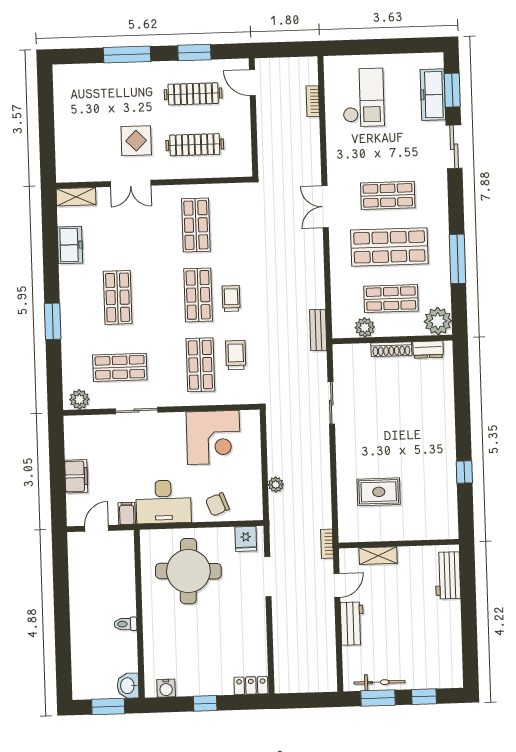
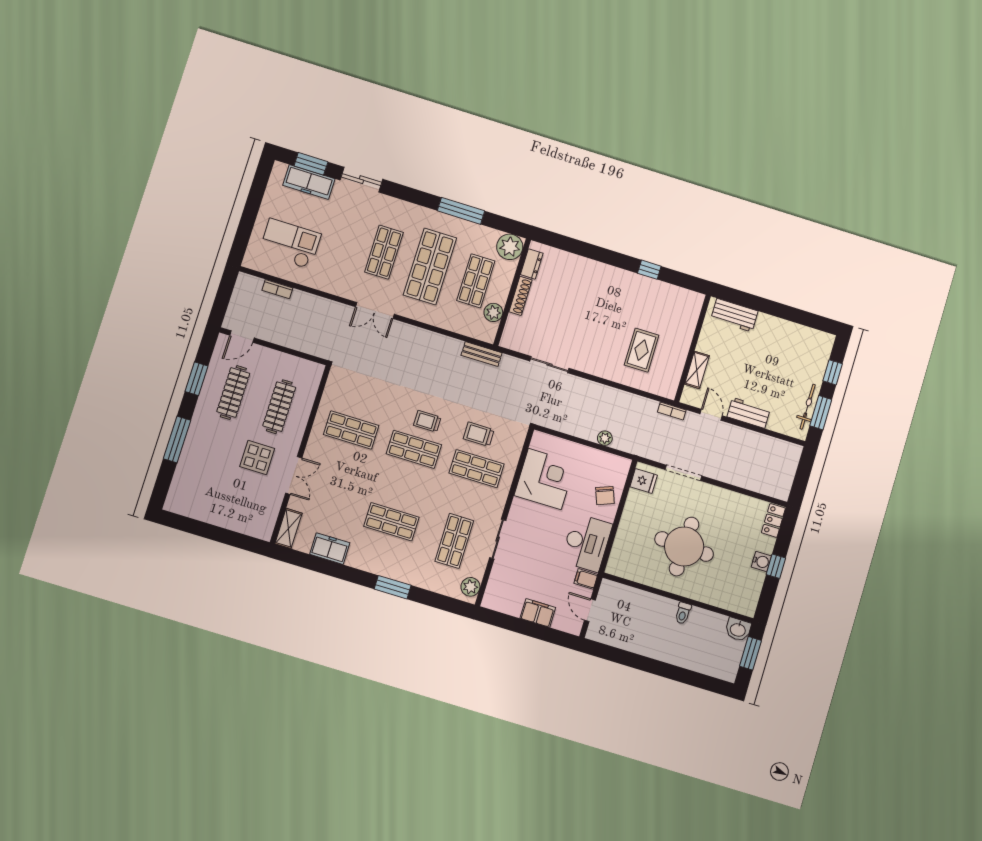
round table: (188, 571) -> (684, 547), moved
water cooler: (166, 688) -> (761, 562), moved

